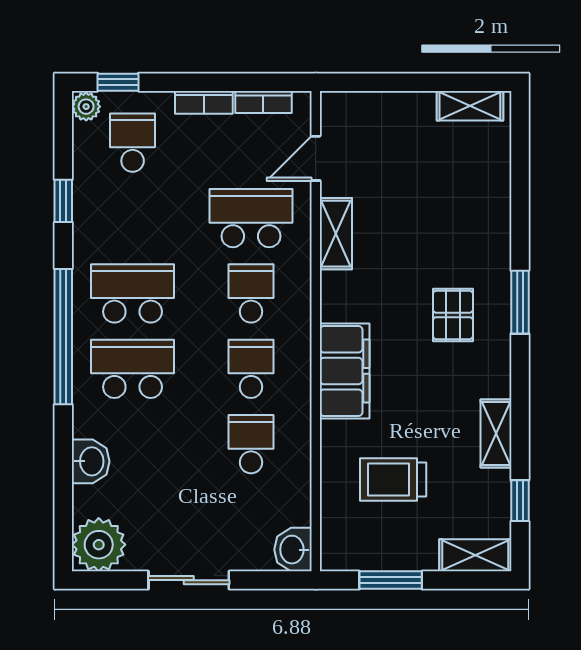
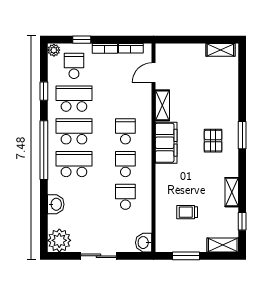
window: (118, 82) -> (82, 40), moved
school desk: (251, 218) -> (74, 99), moved
filing cabinet: (345, 371) -> (166, 143), moved
trolley: (393, 479) -> (187, 212), width x0.73, depth x0.72

